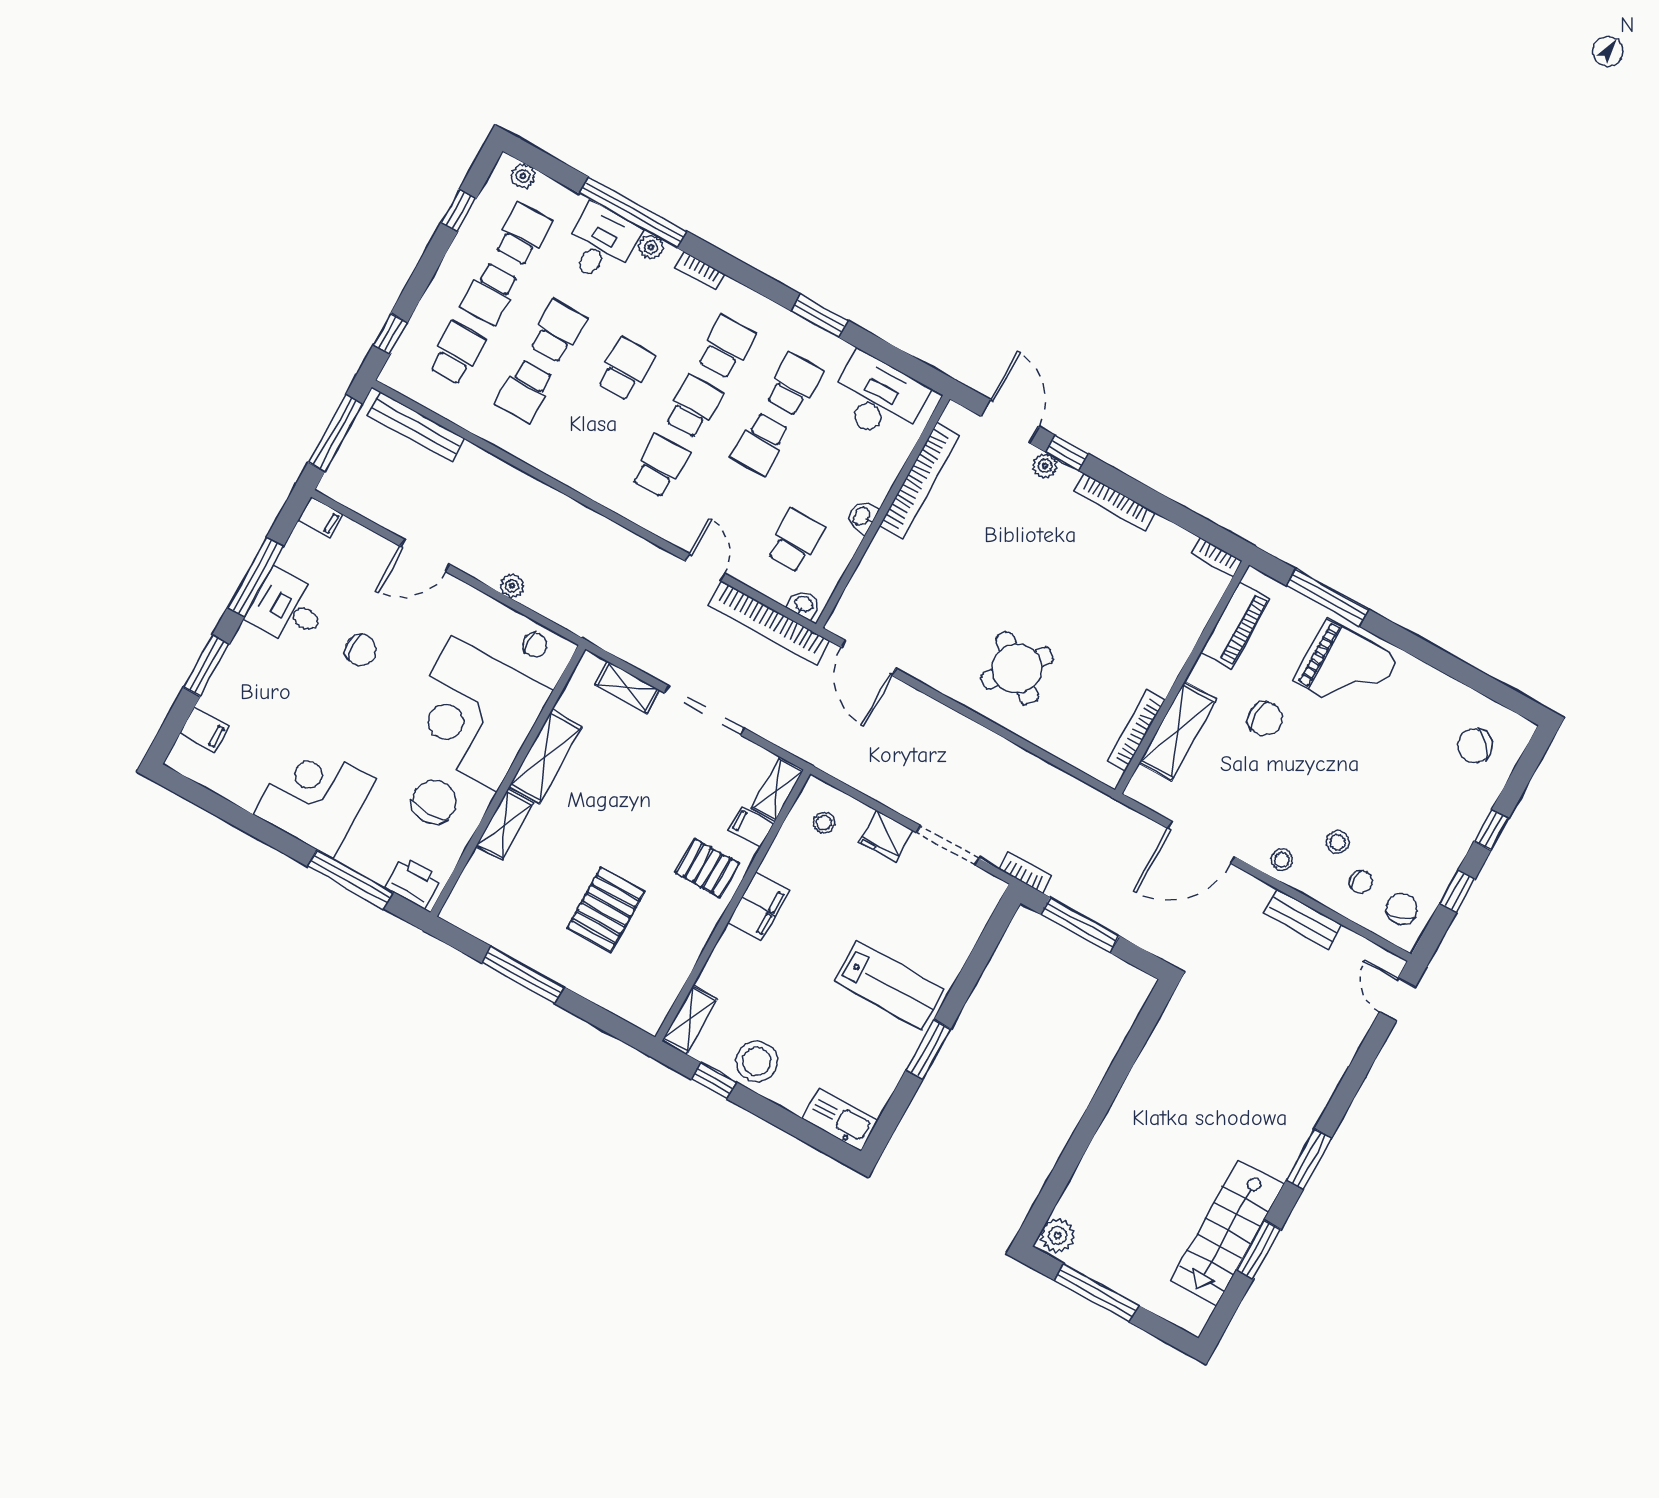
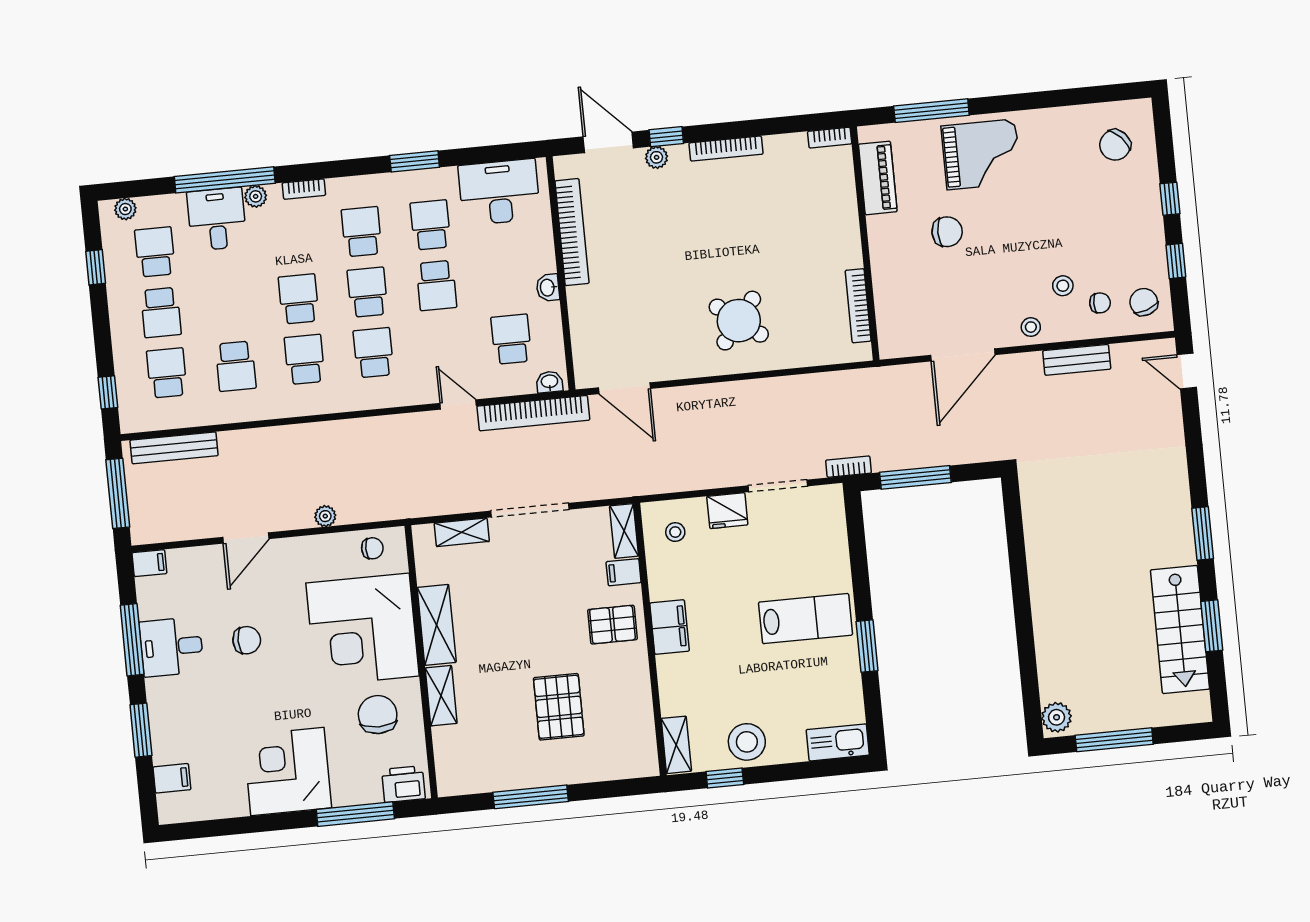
school desk: (558, 331) -> (305, 359), moved
shelving: (1178, 731) -> (889, 285), removed

